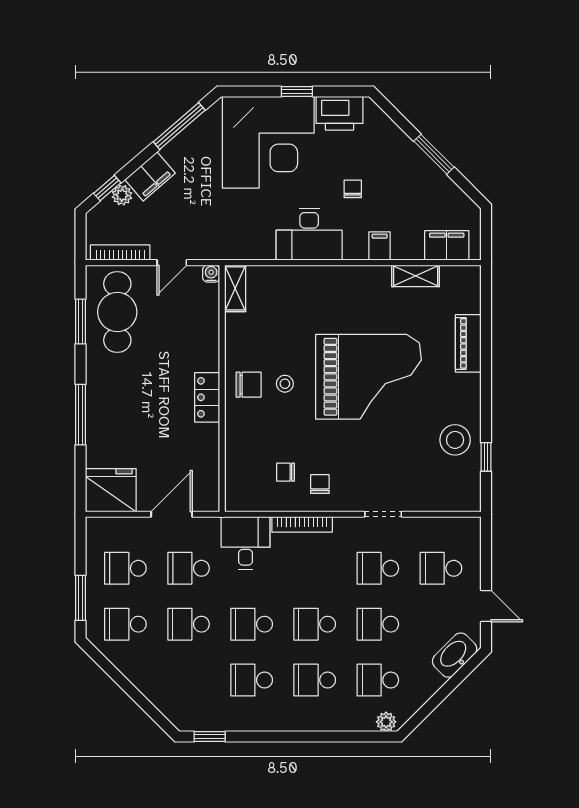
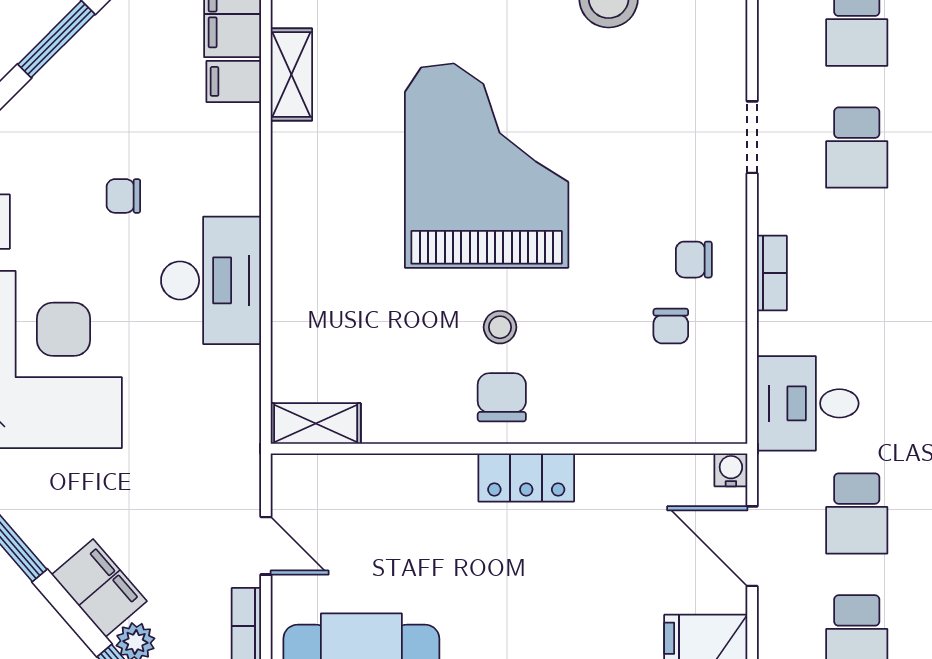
filing cabinet: (380, 246) -> (234, 81), moved
water cooler: (211, 274) -> (731, 470), moved, turned 90
bookcase: (302, 524) -> (772, 273), width x0.64

